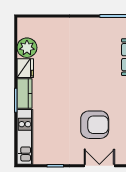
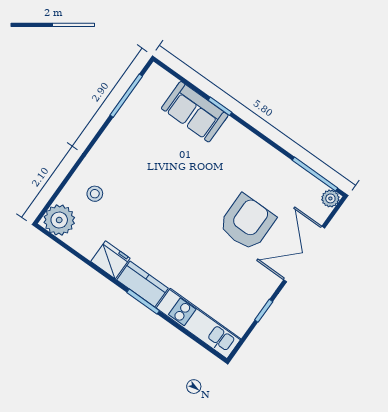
stool: (54, 36) -> (95, 194), added
plant: (27, 48) -> (59, 220), moved
double door: (99, 166) -> (304, 254), width x1.37

